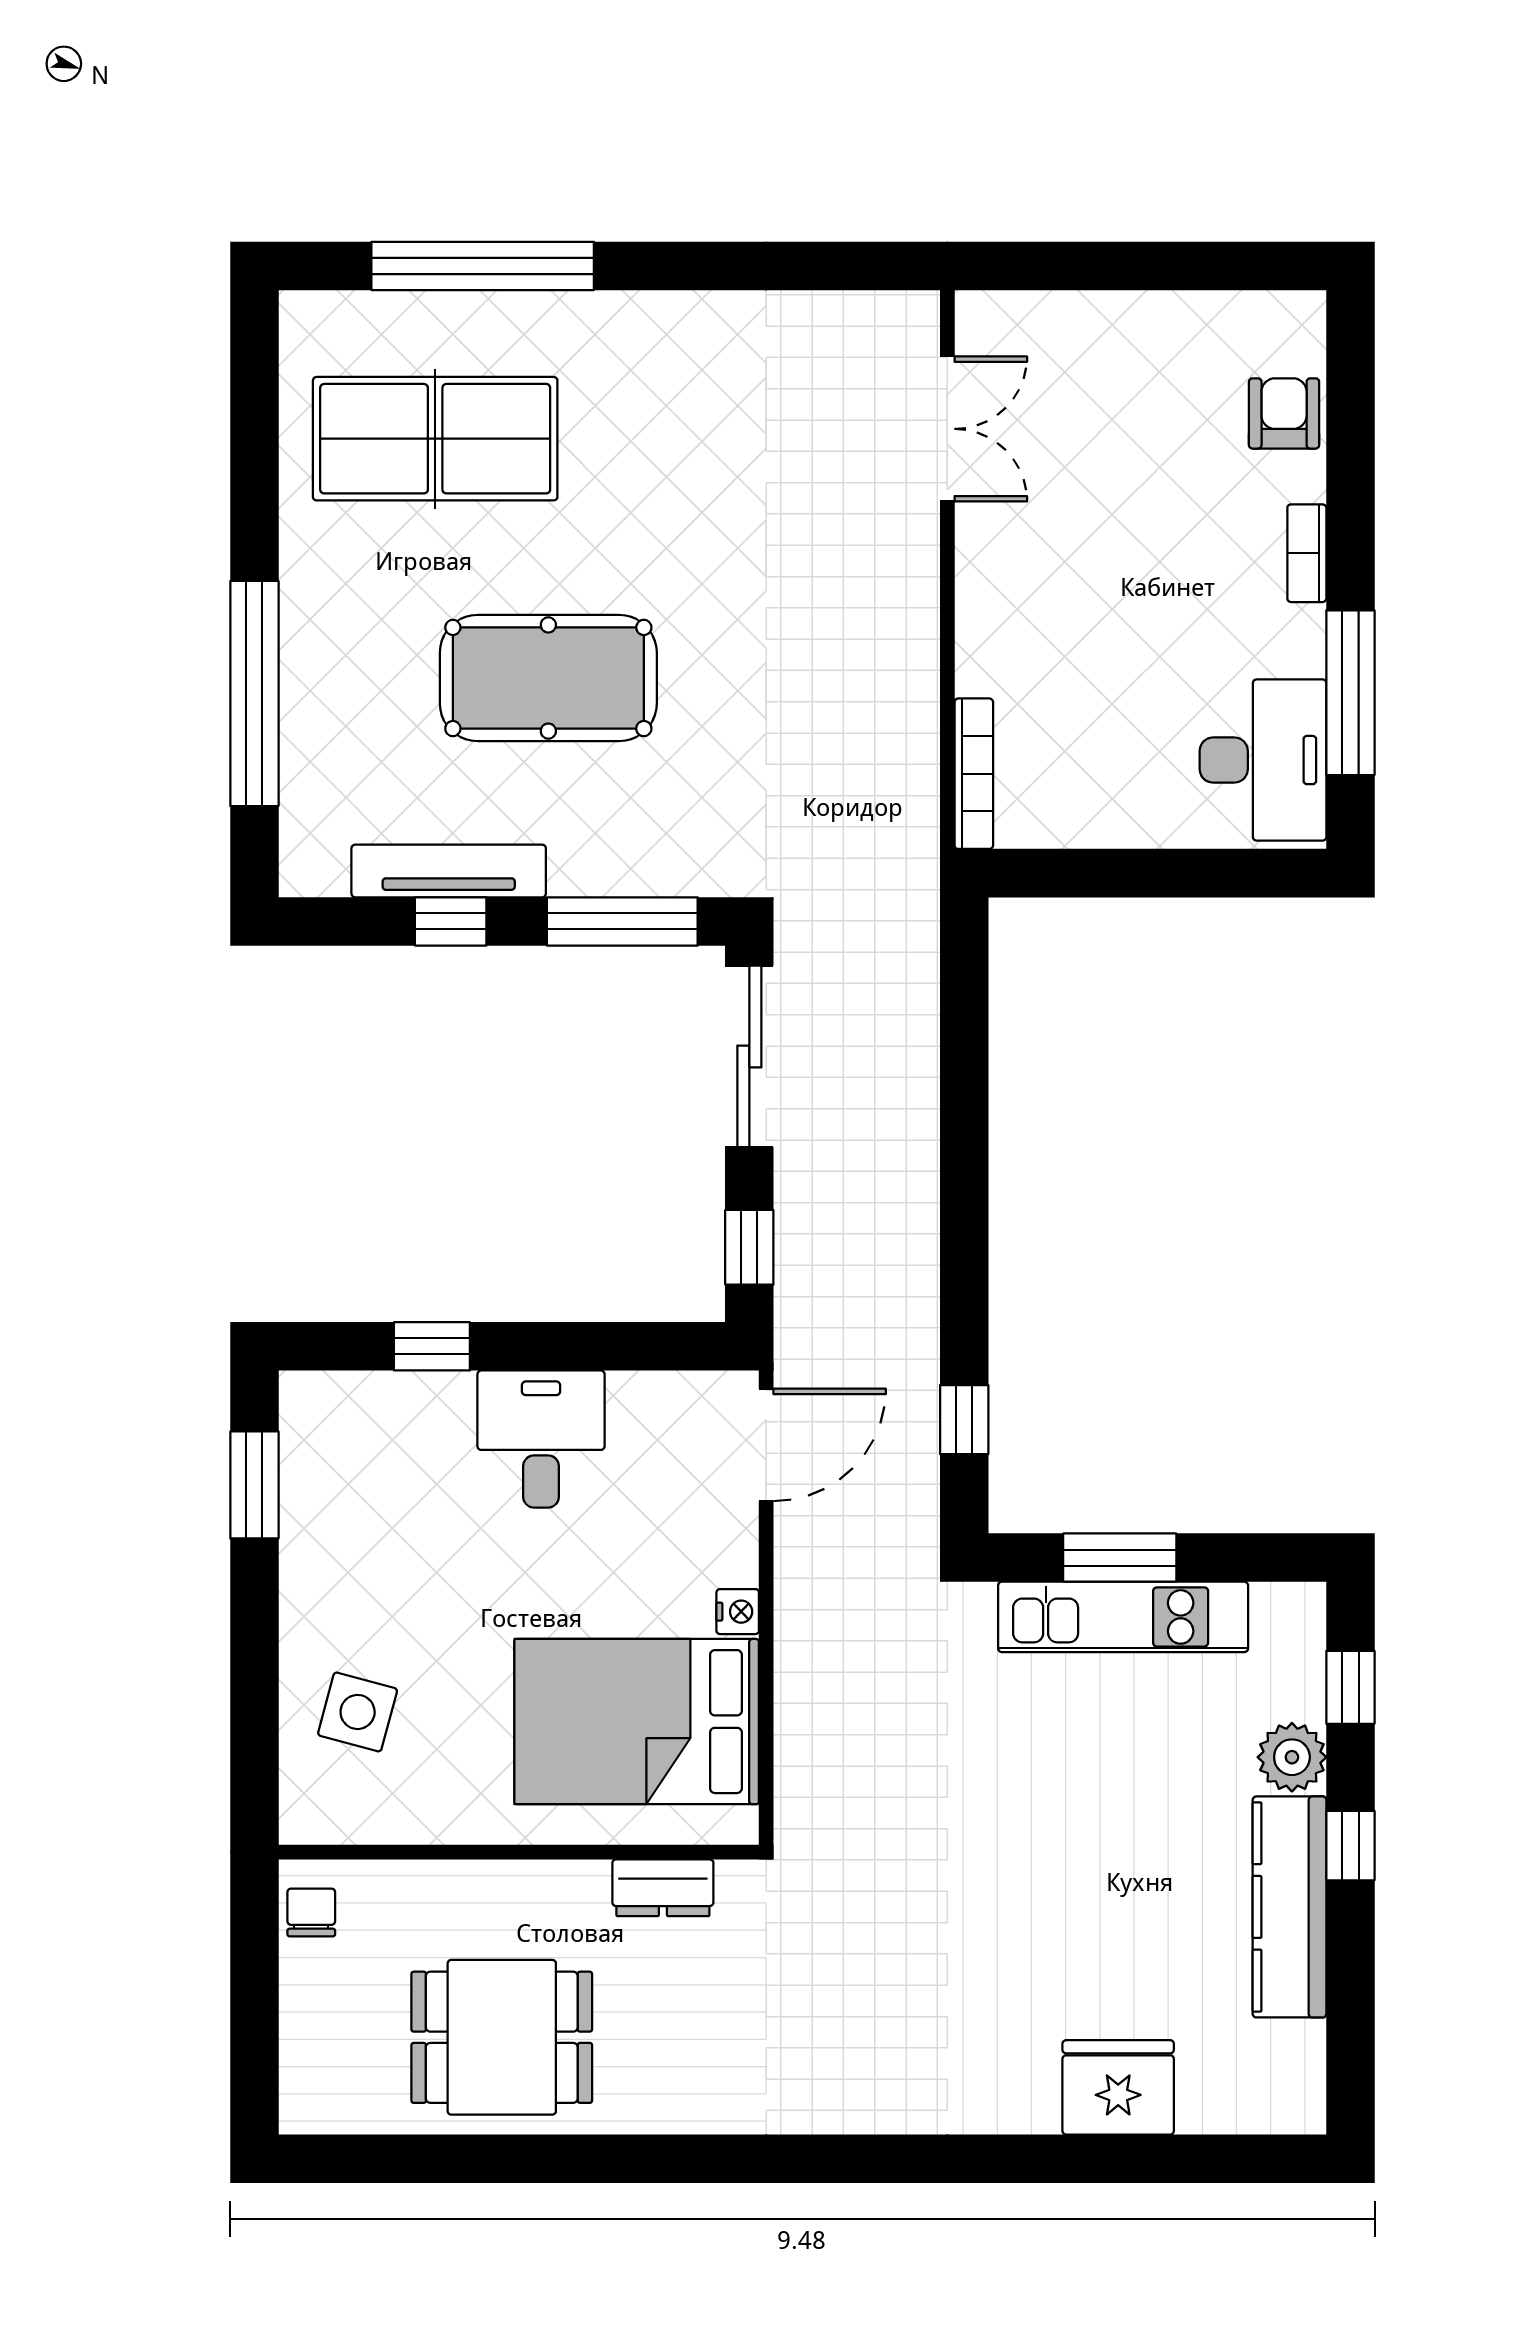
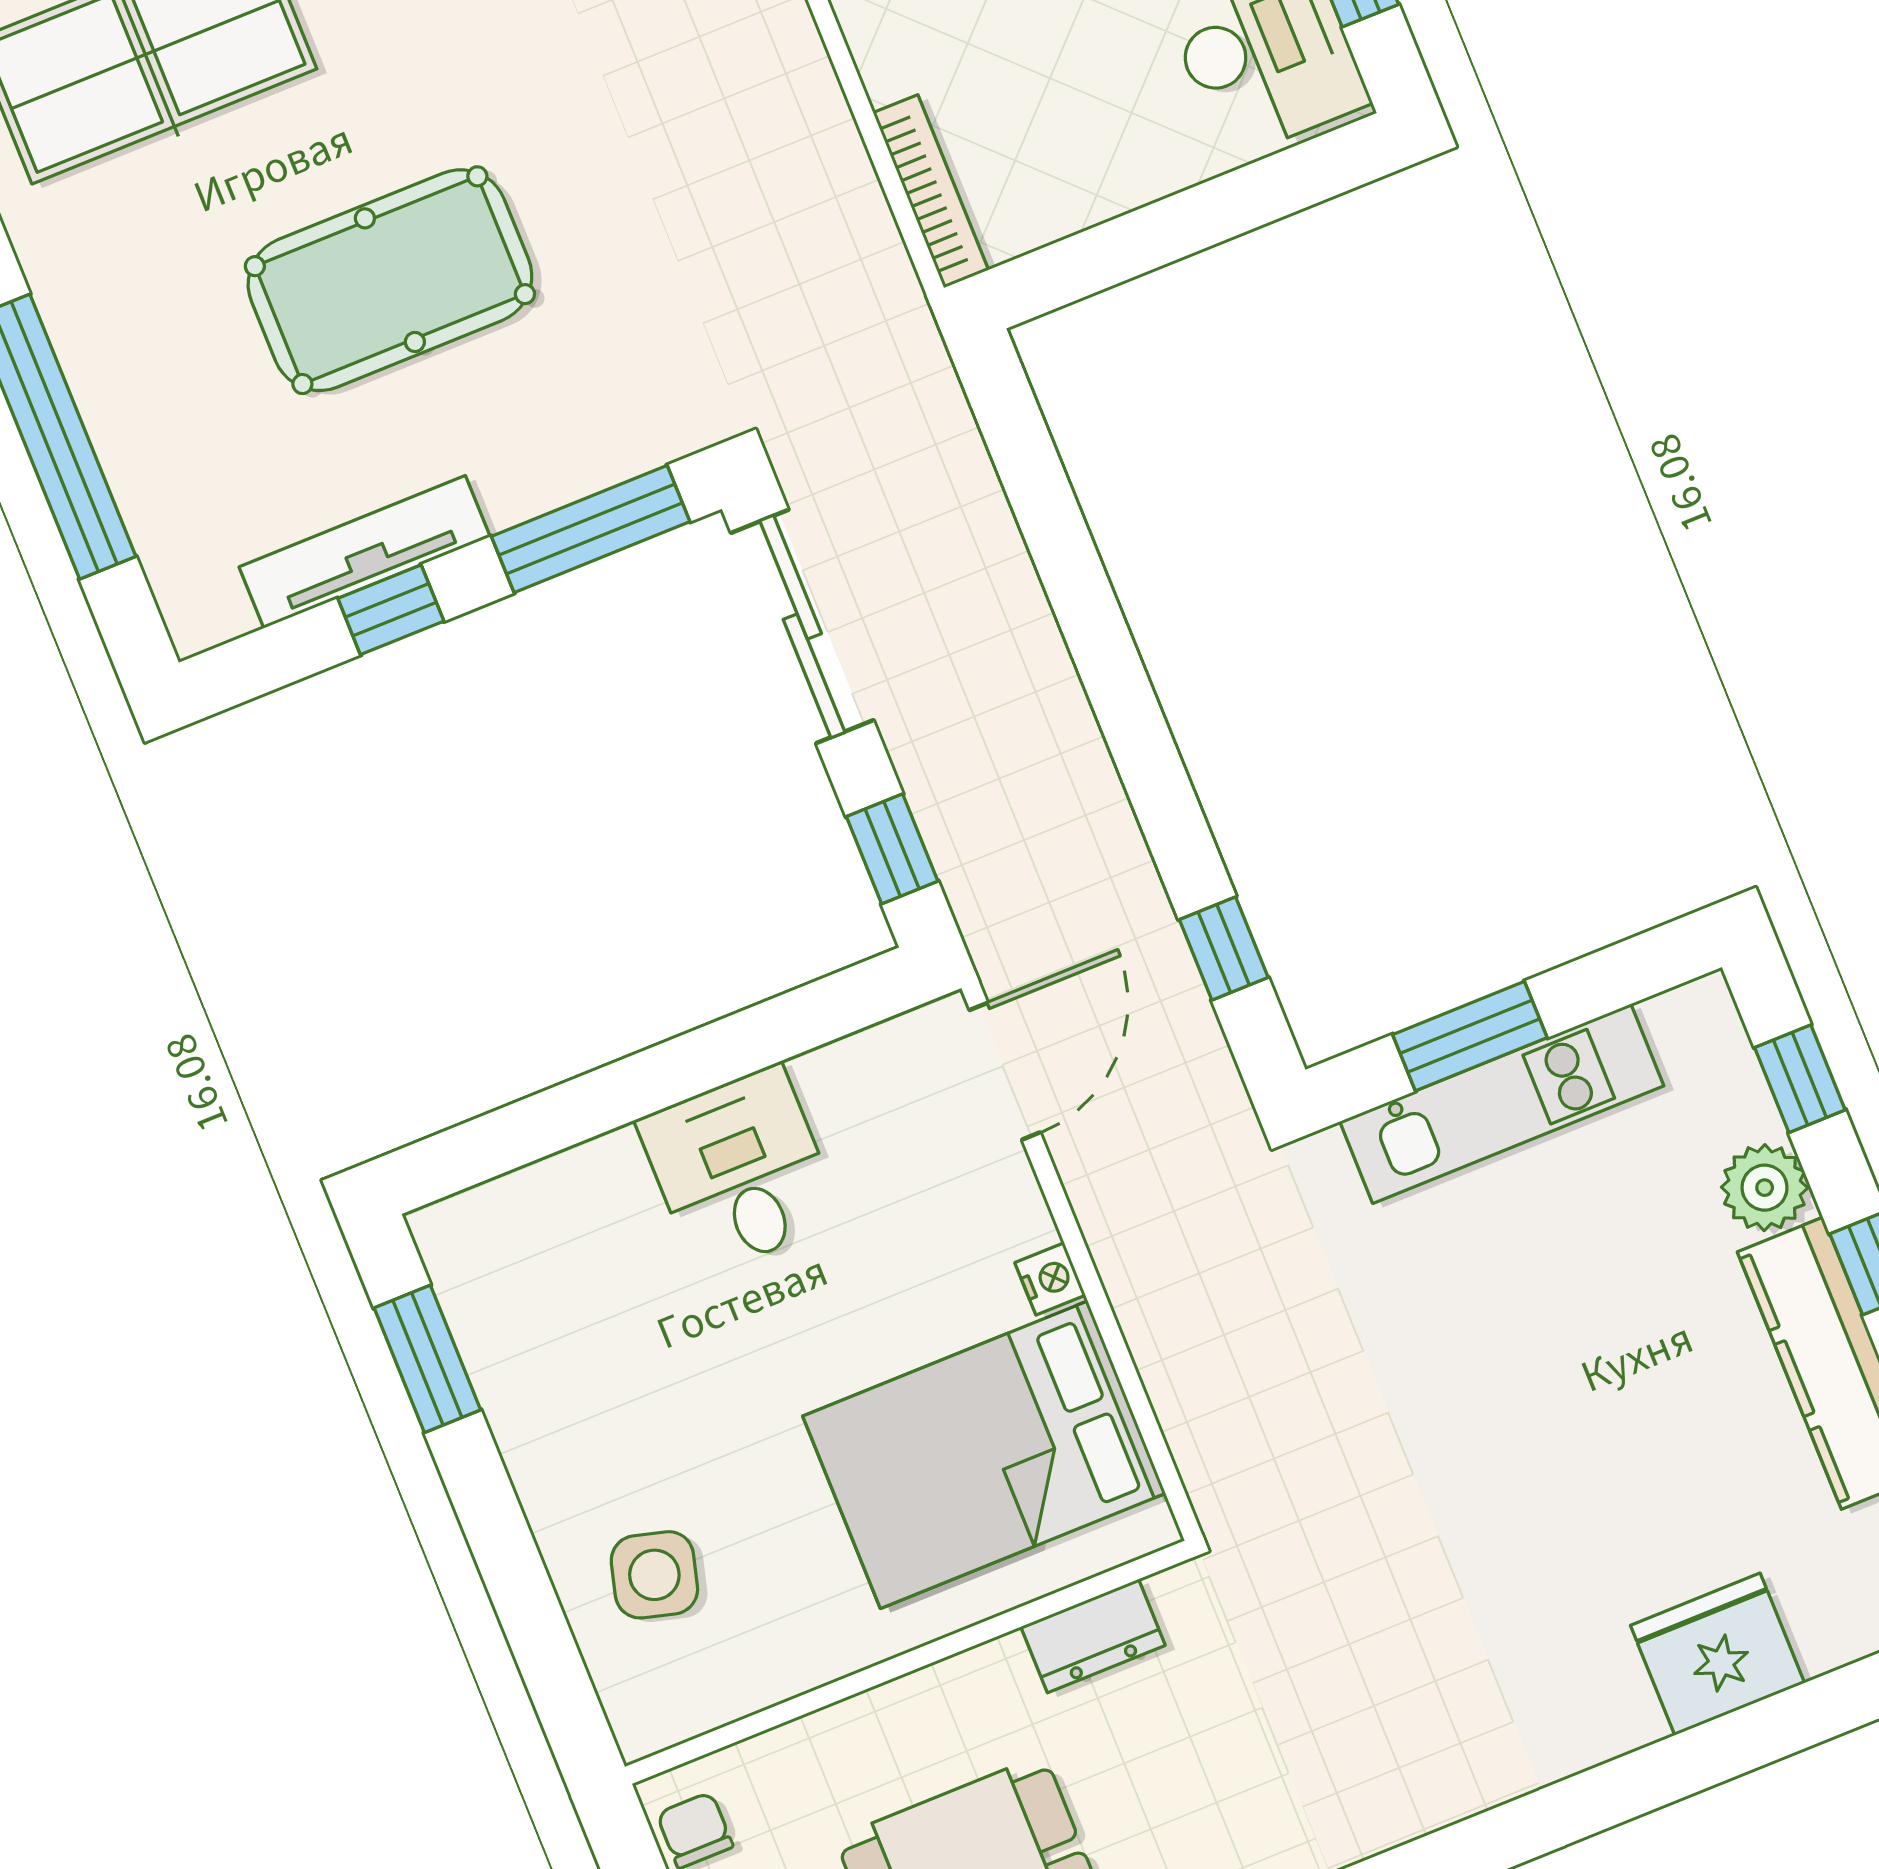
window: (432, 1346) -> (569, 1114), removed

